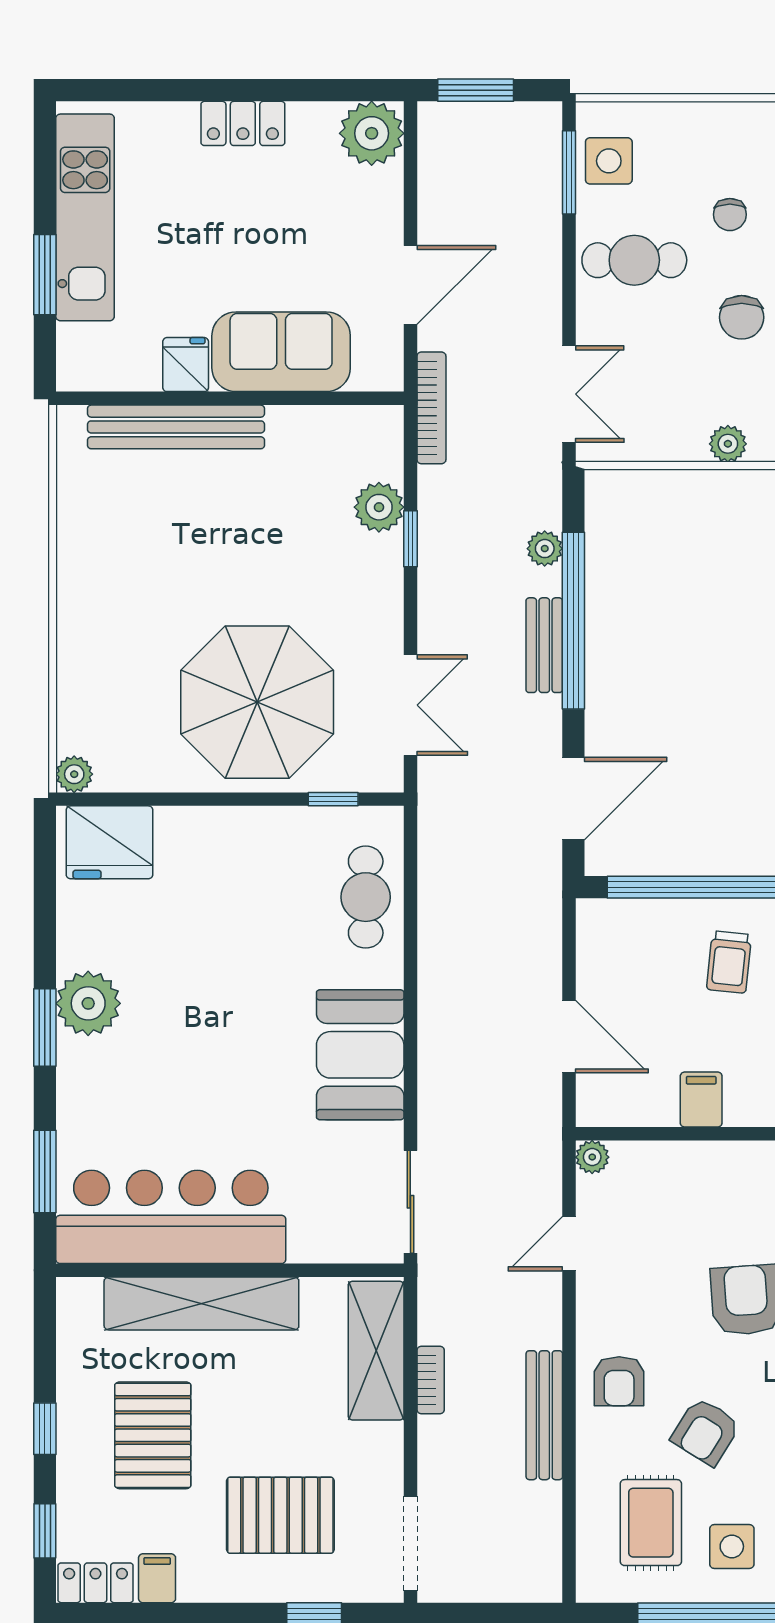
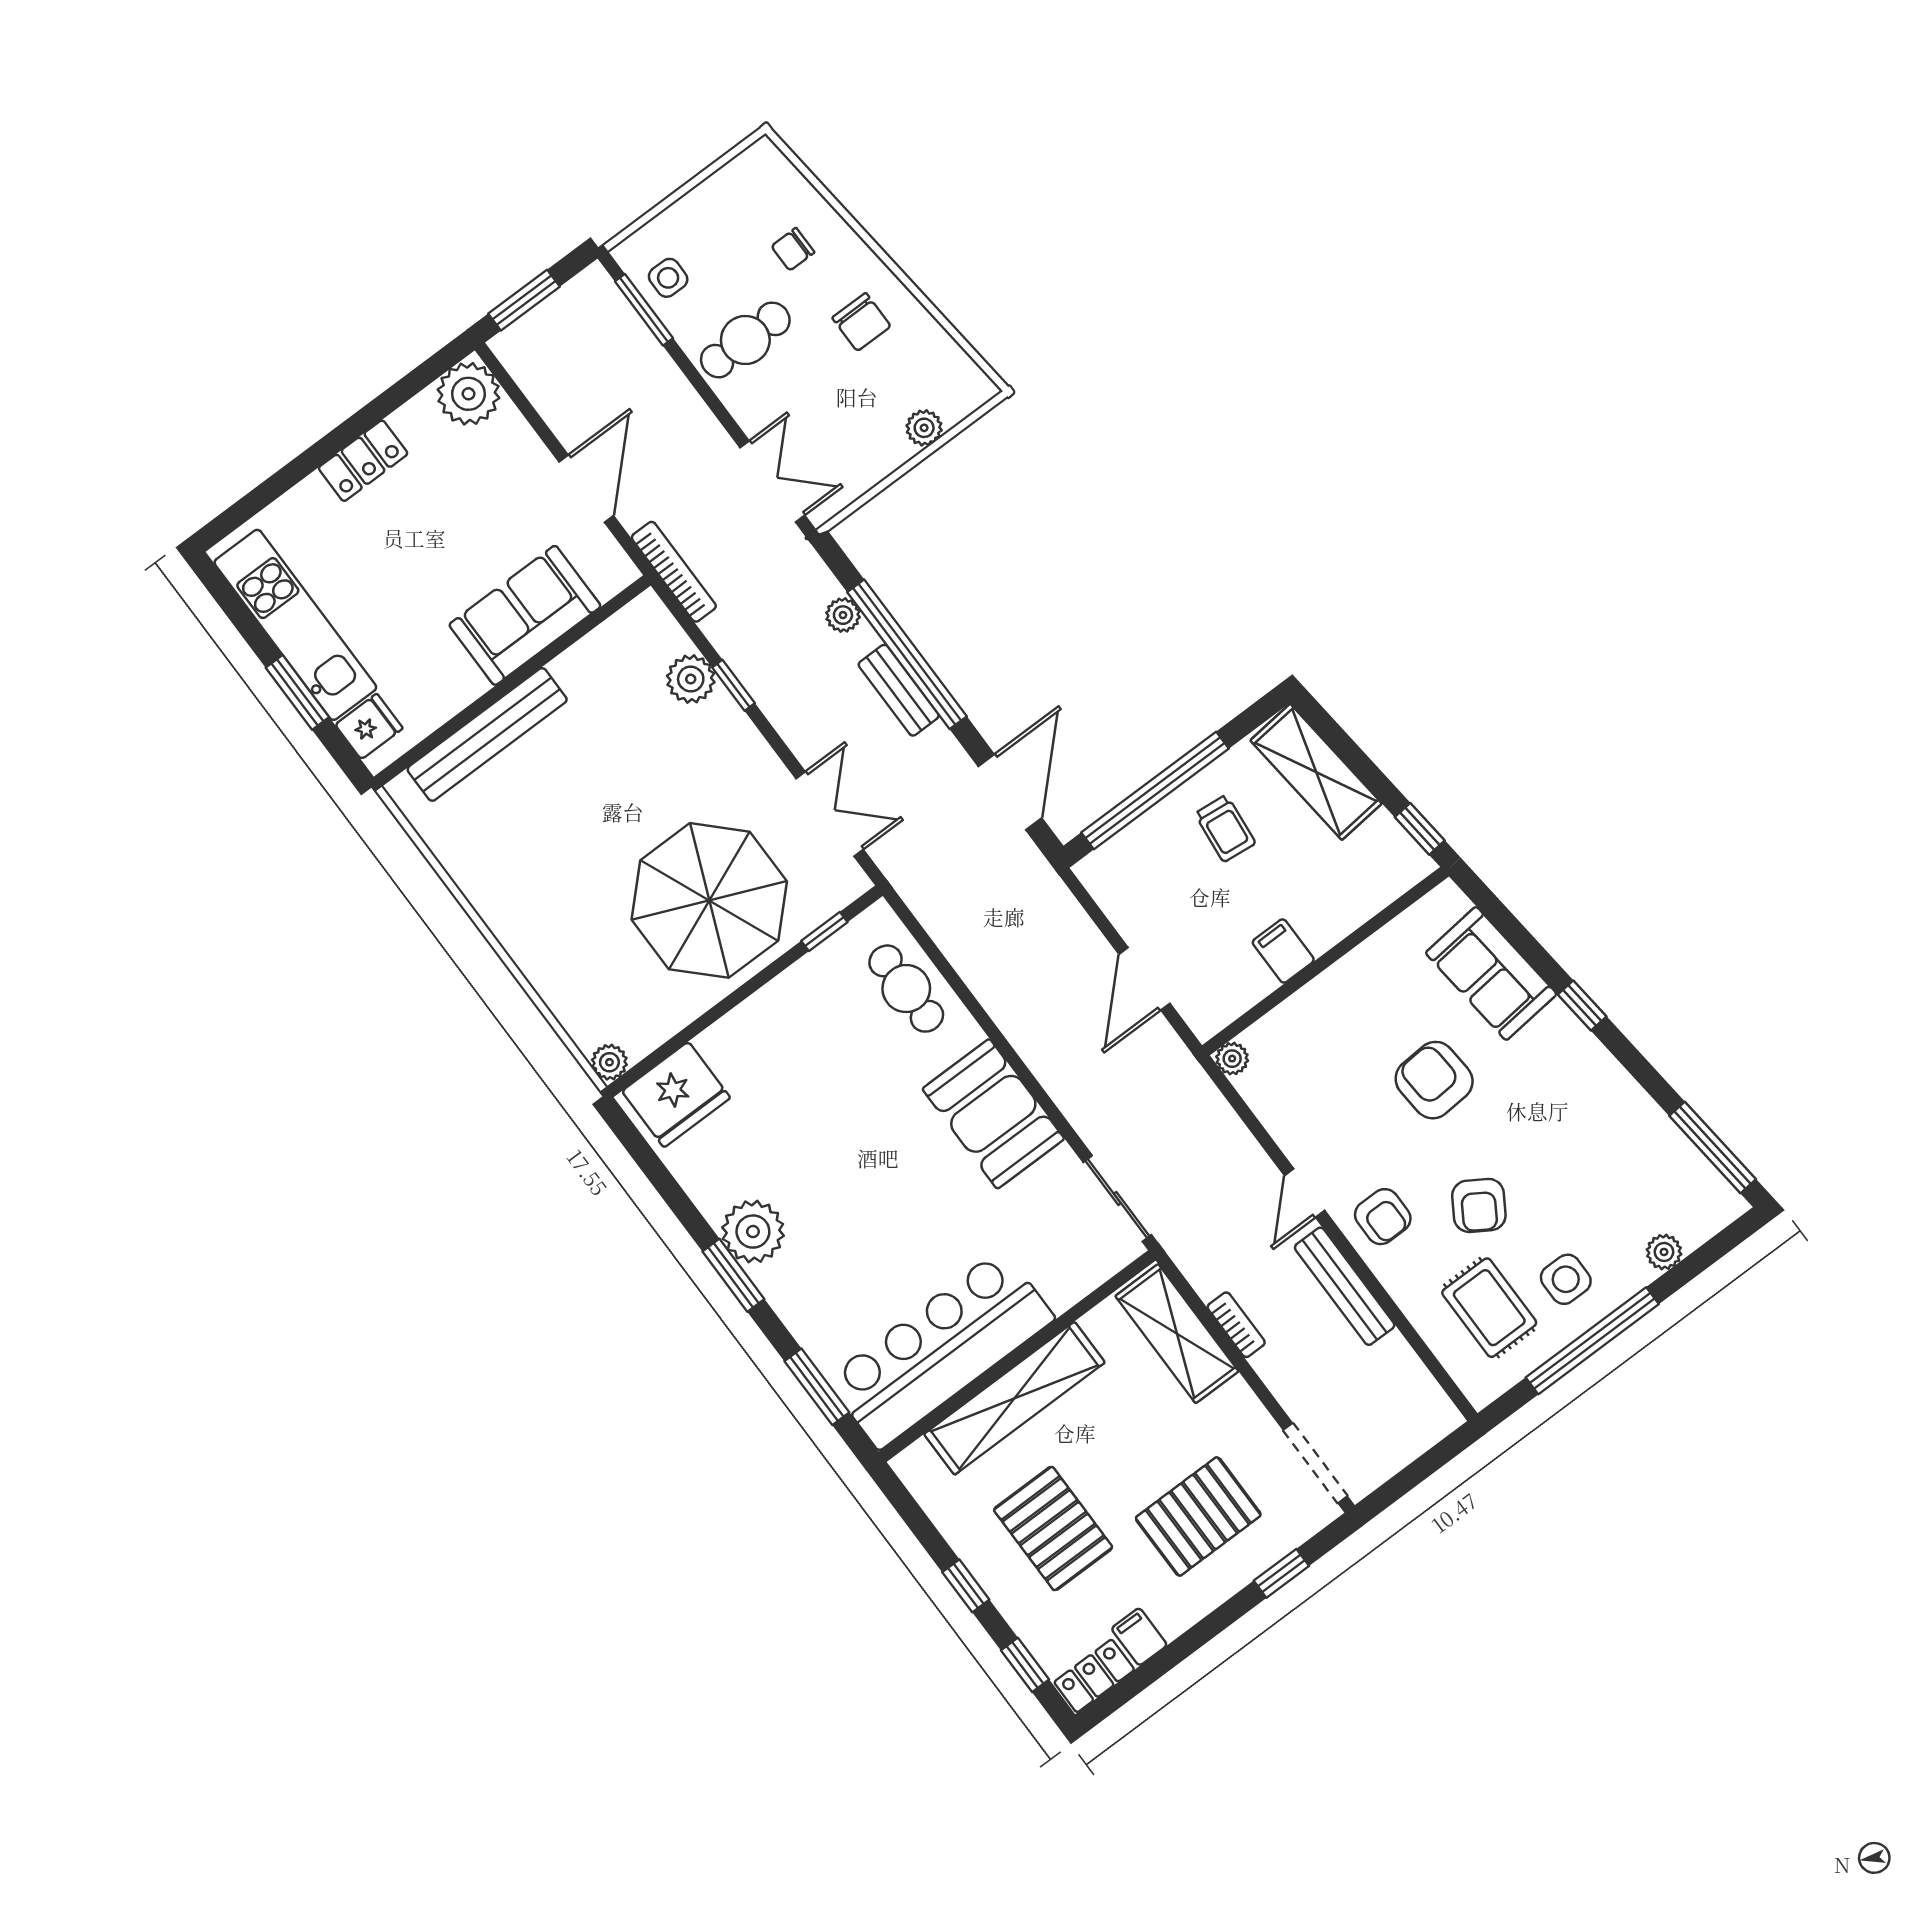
side table: (609, 161) -> (668, 278), width x0.73, depth x0.73
chair: (730, 215) -> (793, 249), turned 90
fridge: (186, 365) -> (369, 726), moved, turned 90
door: (569, 1037) -> (1144, 979), swing flipped
door: (569, 1244) -> (1305, 1193), moved

